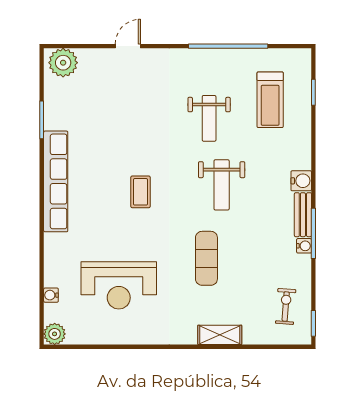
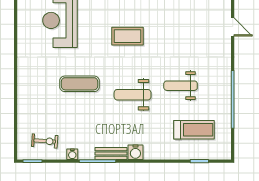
treadmill: (270, 100) -> (194, 130), turned 180
coffee table: (140, 192) -> (128, 36), width x1.36, depth x1.30
water cooler: (304, 246) -> (72, 154), moved
shelving: (220, 335) -> (24, 93), removed

